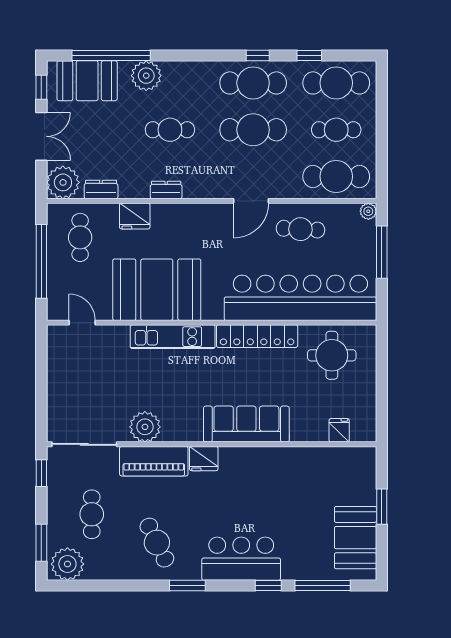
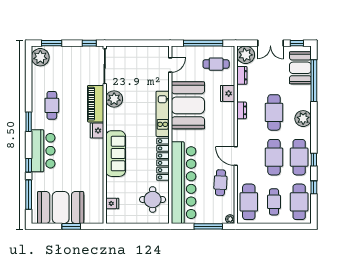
plant: (146, 76) -> (303, 119), moved
cafe table: (170, 130) -> (274, 112), width x1.37, depth x1.35
cafe table: (92, 514) -> (67, 70), removed
booth: (356, 538) -> (61, 207), width x1.36, depth x1.42
cafe table: (157, 543) -> (52, 105), turned -64

